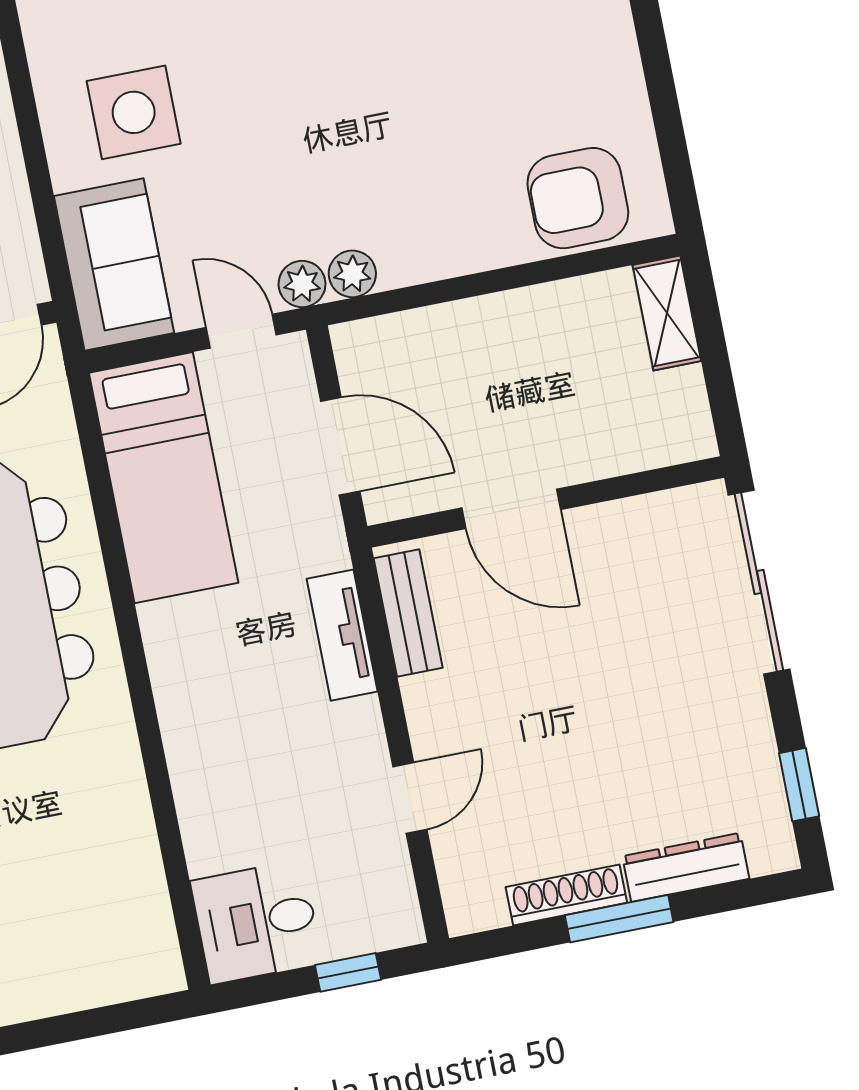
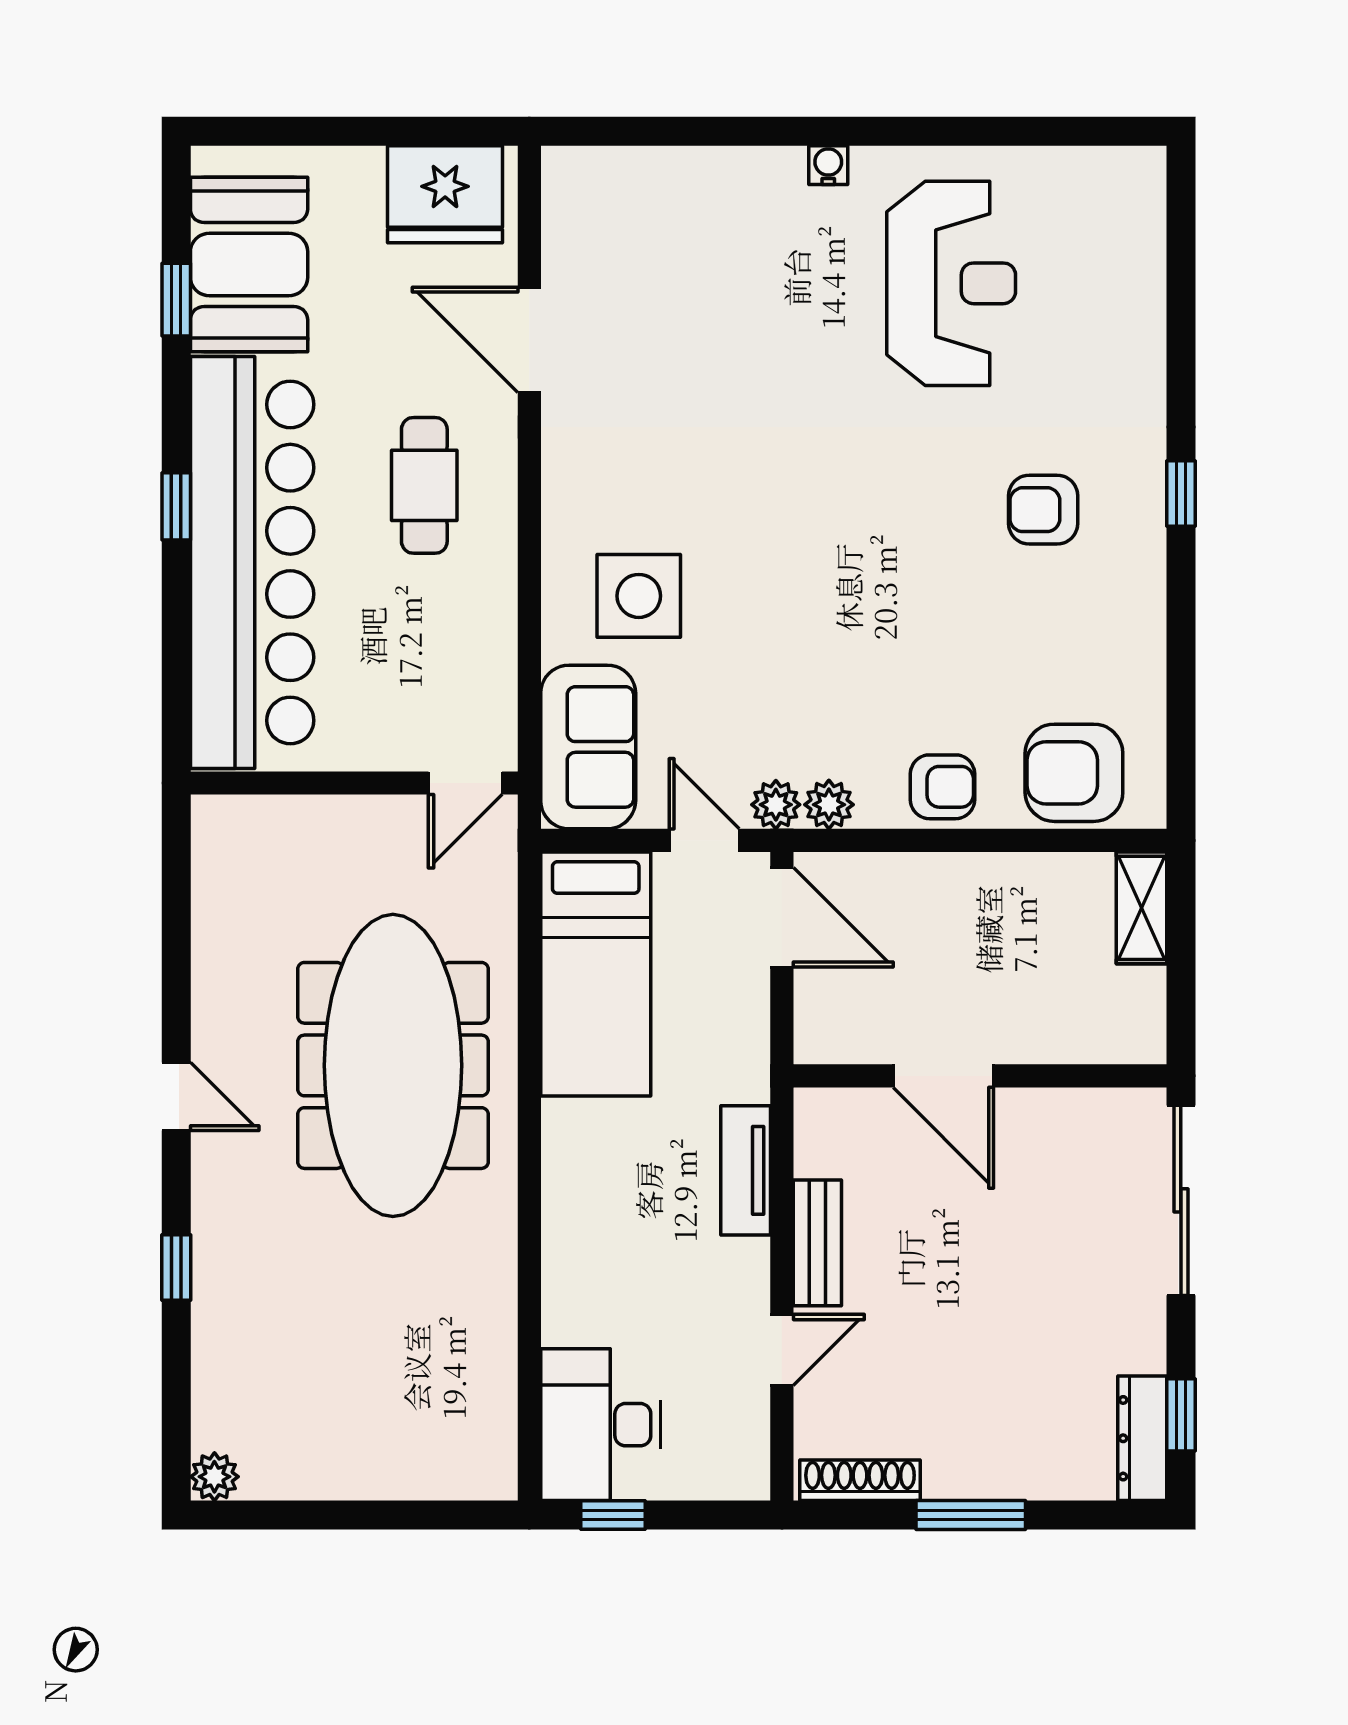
armchair: (456, 236) -> (942, 787), added
door: (340, 446) -> (782, 917), moved
bench: (408, 613) -> (817, 1243), moved
dresser: (686, 867) -> (1142, 1438), moved, turned -90
shoe rack: (566, 895) -> (860, 1480), moved
desk: (256, 922) -> (601, 1425), width x1.37
window: (348, 972) -> (613, 1515), moved

